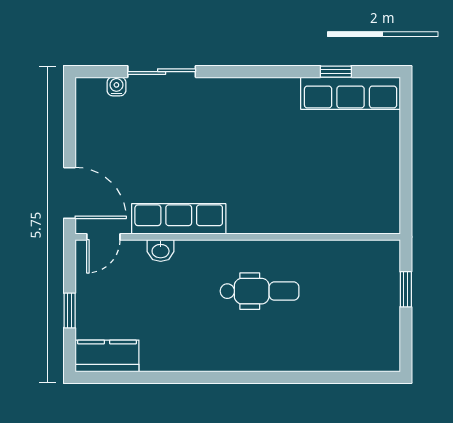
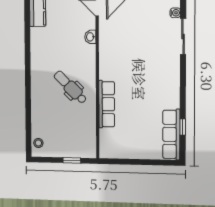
row of seats: (179, 219) -> (107, 104), moved
dental chair: (260, 291) -> (70, 87), turned 135
stool: (372, 357) -> (38, 143), added

